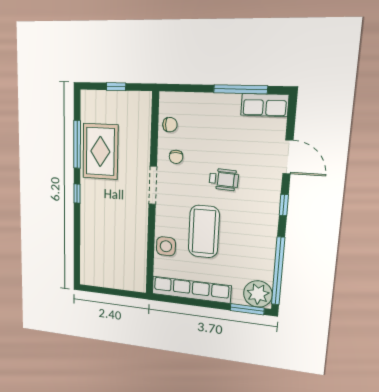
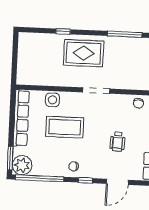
rug: (100, 151) -> (84, 53), moved
chair: (176, 157) -> (74, 166), moved
wheelchair: (224, 179) -> (118, 141), moved
window: (77, 194) -> (63, 31), moved

